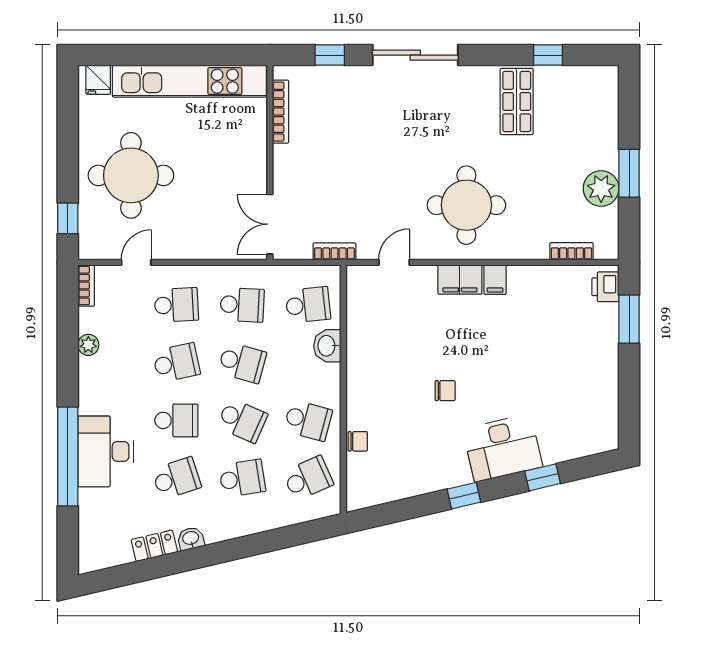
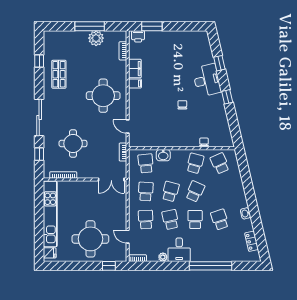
shop shelf: (517, 102) -> (59, 74), turned 90
round table: (354, 135) -> (73, 144), added
window: (629, 173) -> (90, 26), width x1.44
filing cabinet: (460, 280) -> (135, 69), moved
desk: (106, 451) -> (179, 250), moved, width x0.73
school desk: (242, 478) -> (220, 191), removed
locker: (154, 546) -> (251, 241), moved

